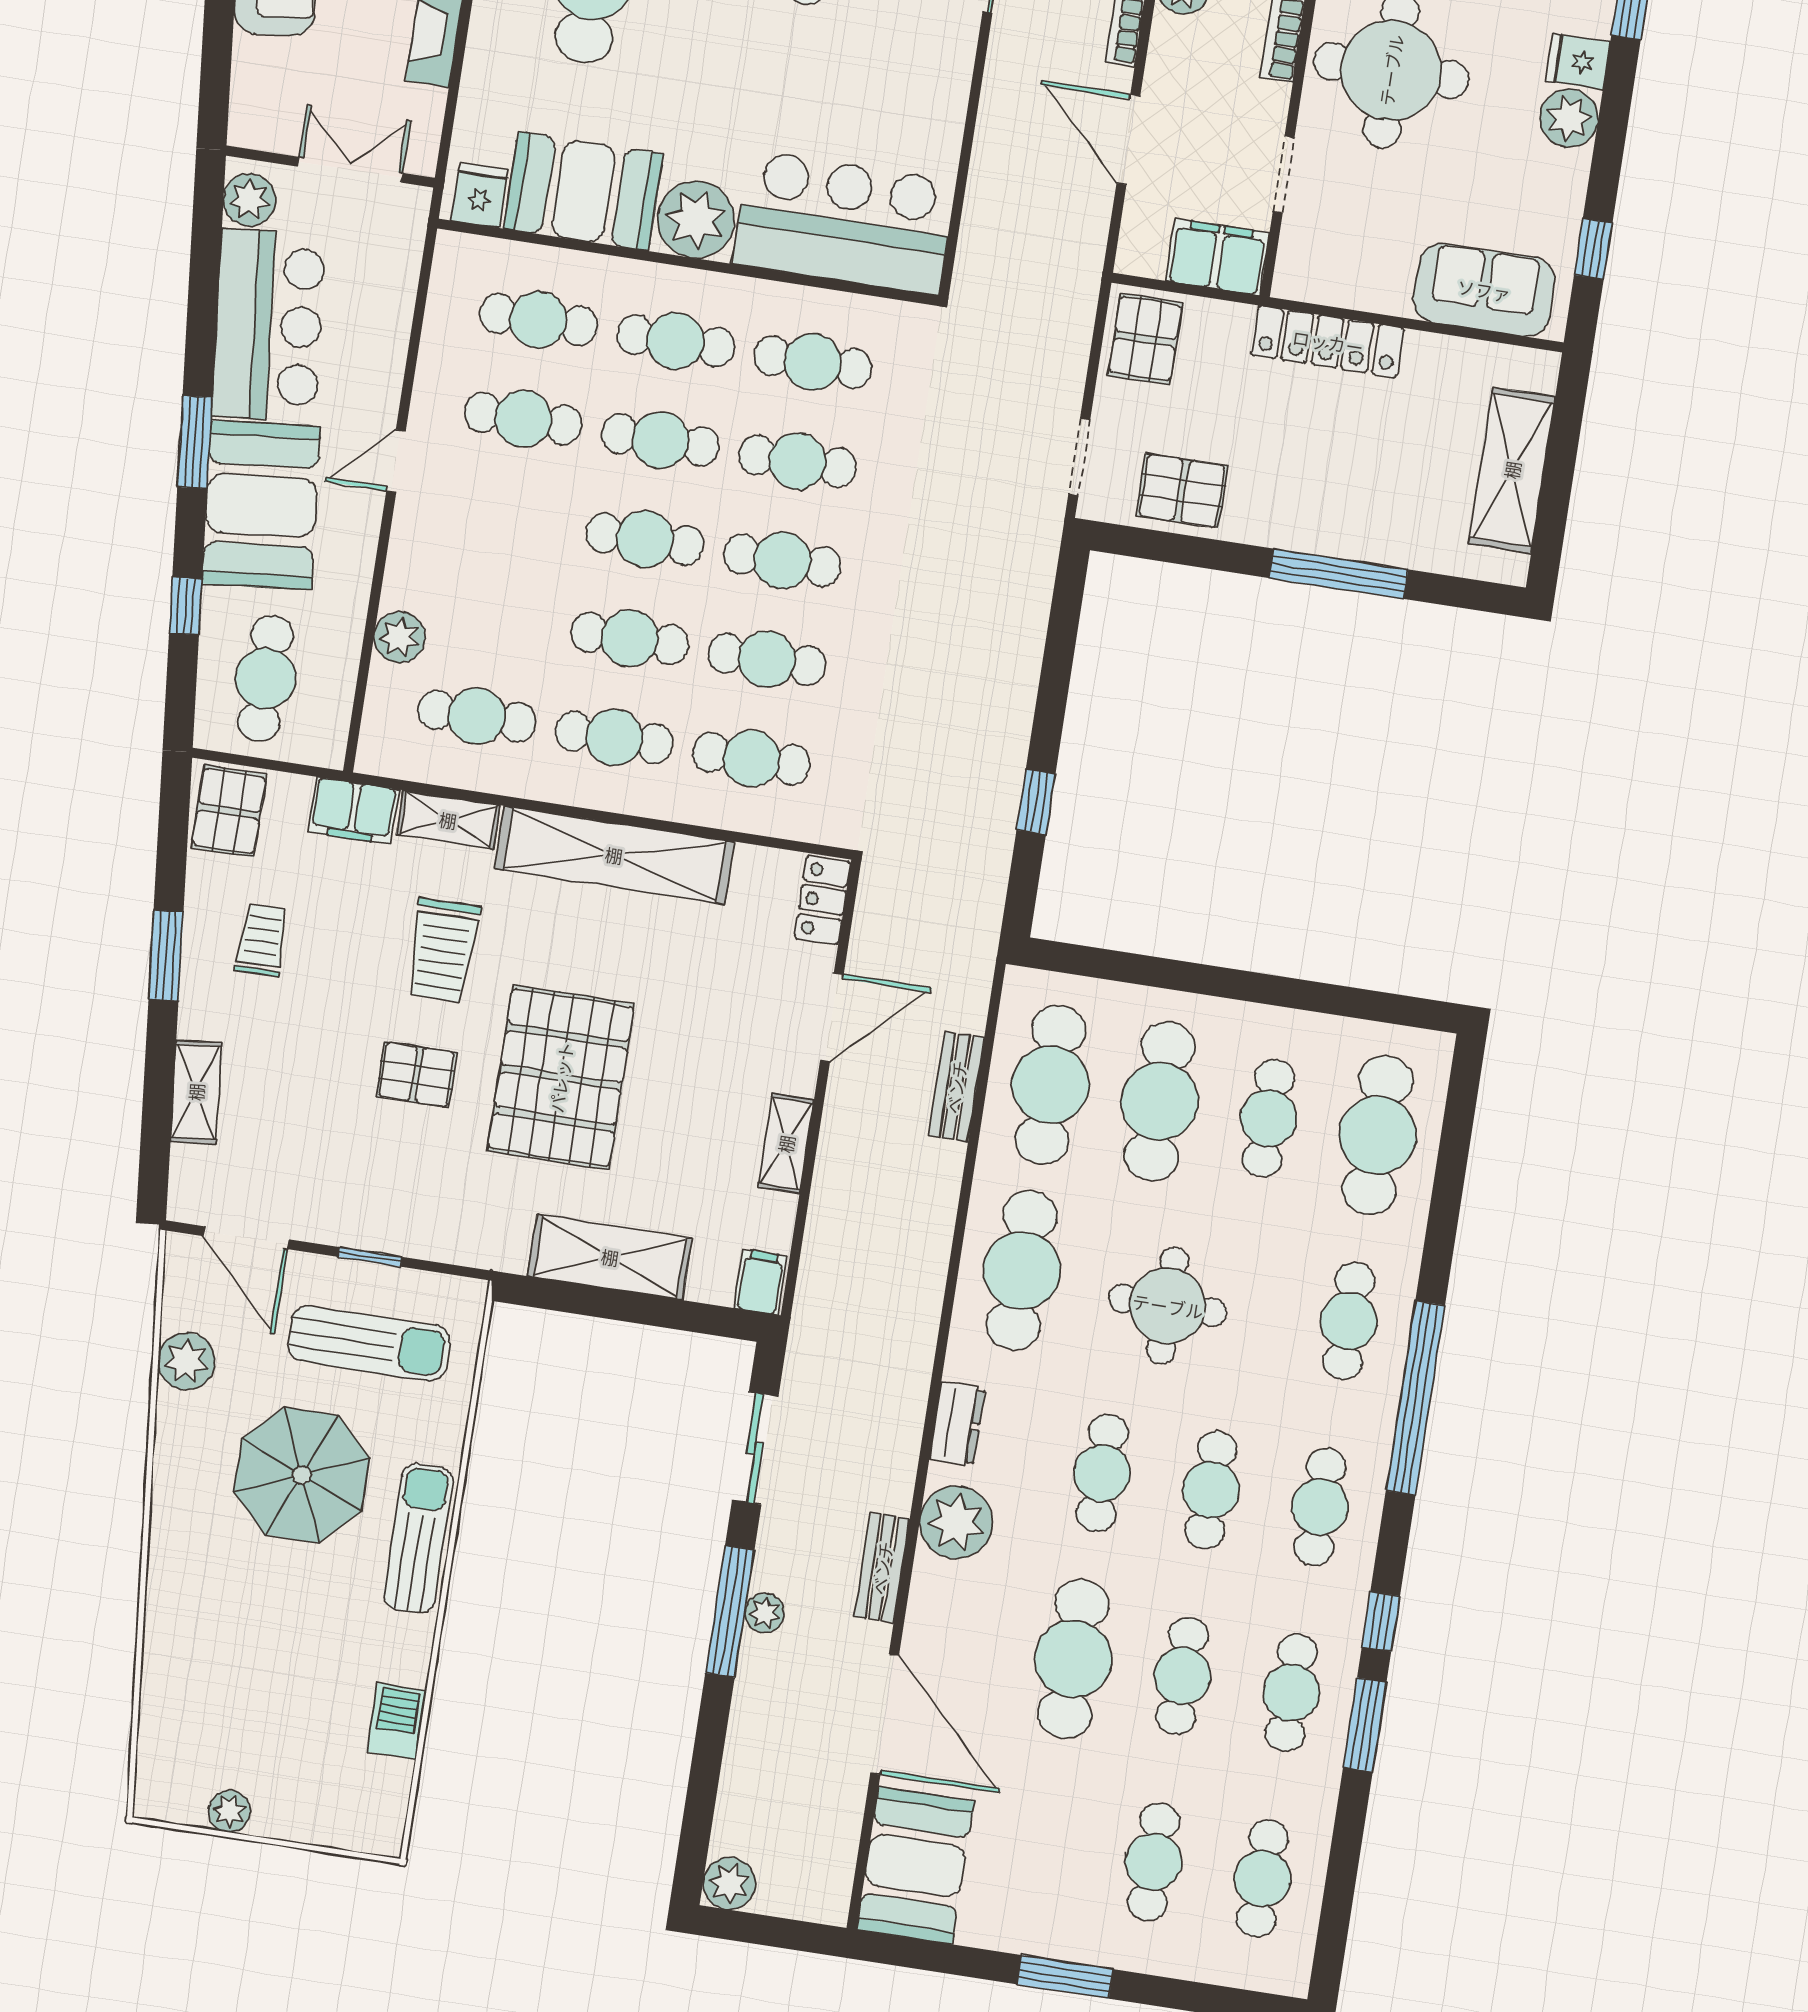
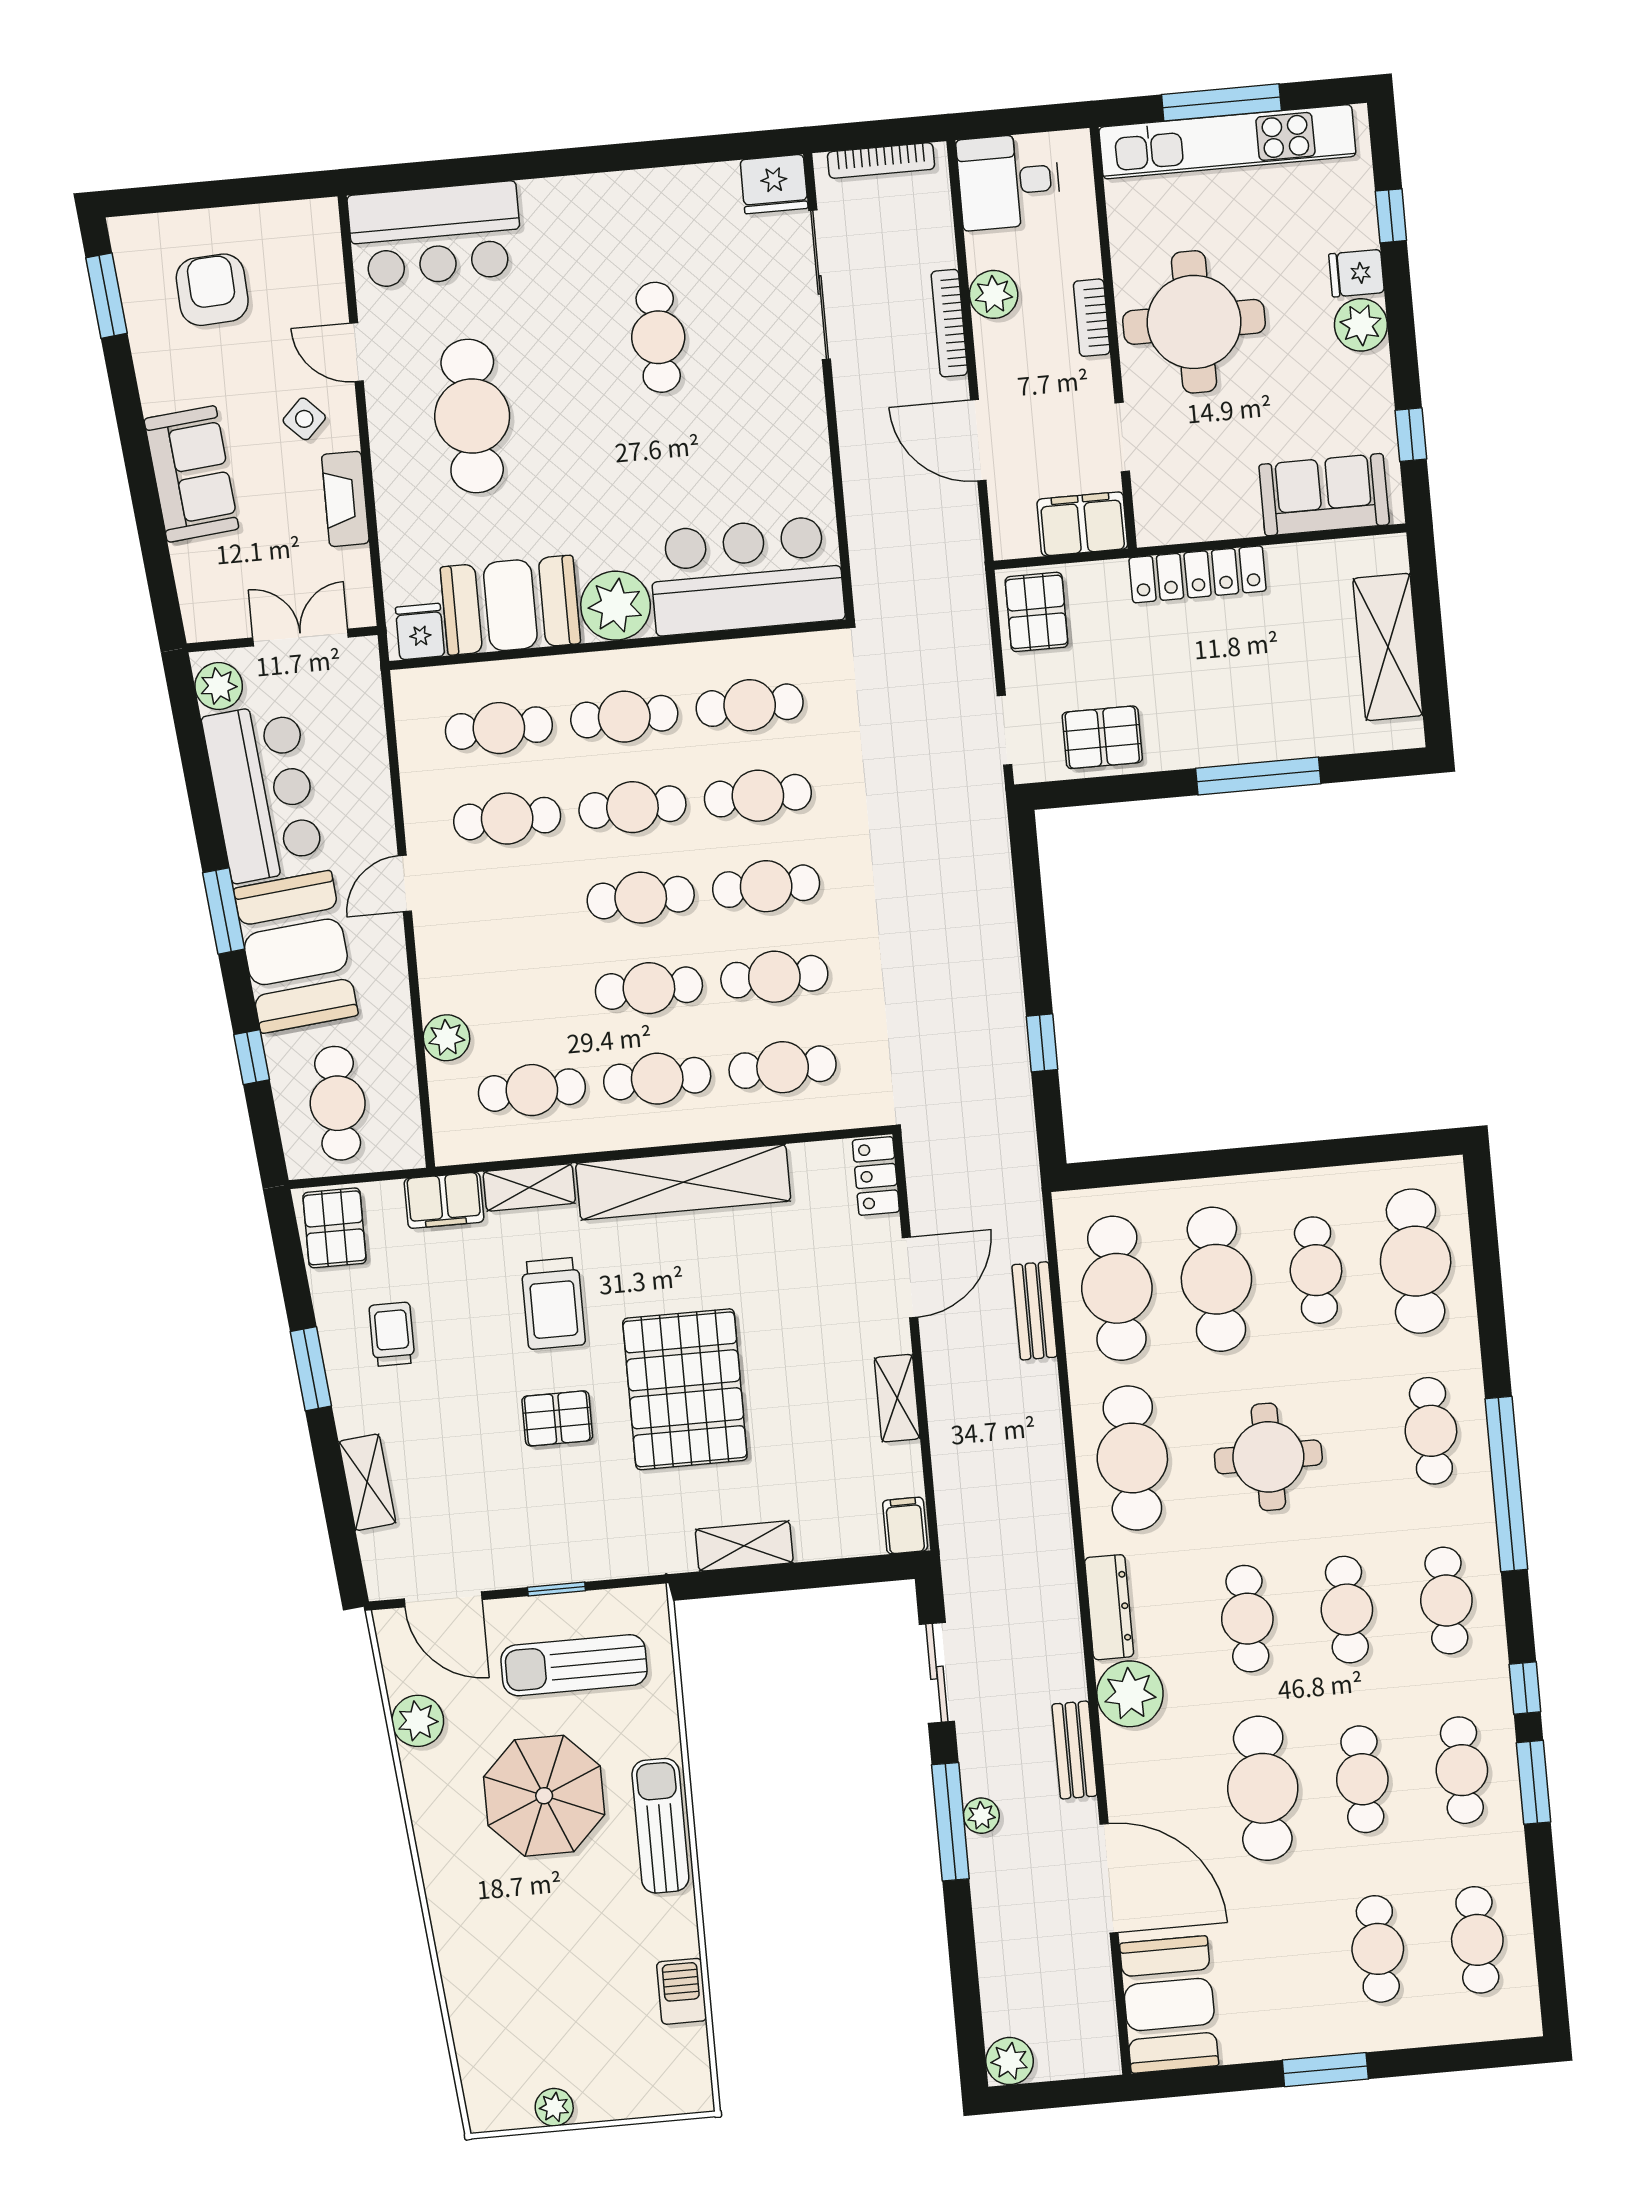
shelving: (610, 1257) -> (744, 1546), width x0.67, depth x0.75
sun lounger: (369, 1343) -> (574, 1665), turned 180
dresser: (957, 1424) -> (1109, 1607), width x1.44

